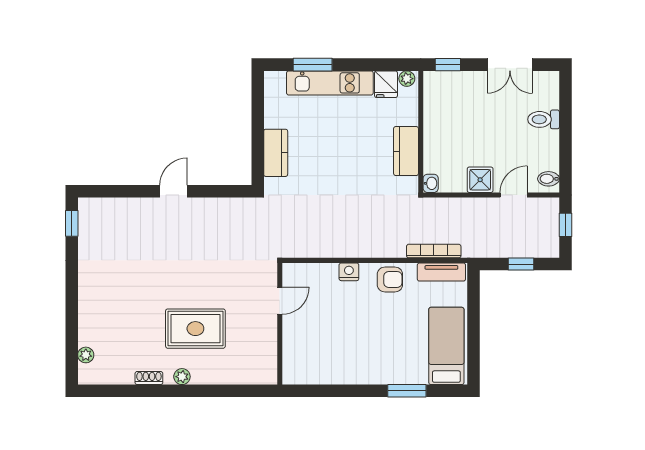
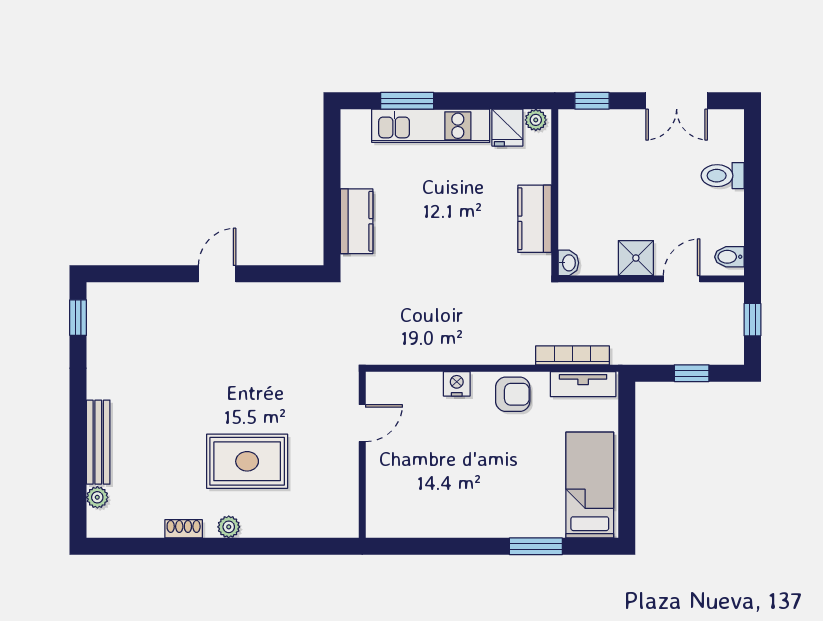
bench: (86, 315) -> (98, 442), added

